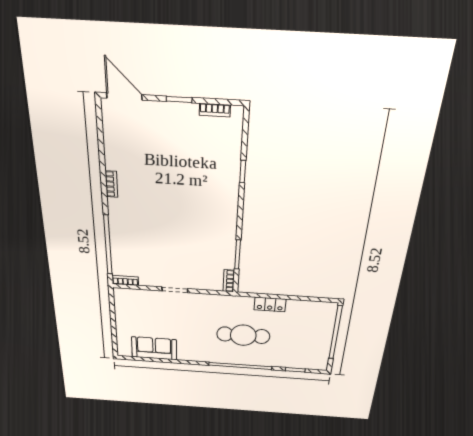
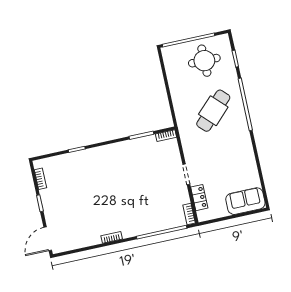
locker: (270, 304) -> (199, 198), moved
cafe table: (243, 335) -> (213, 111), turned 45
round table: (305, 341) -> (204, 61), added
sofa: (154, 348) -> (245, 201), moved, turned 90

